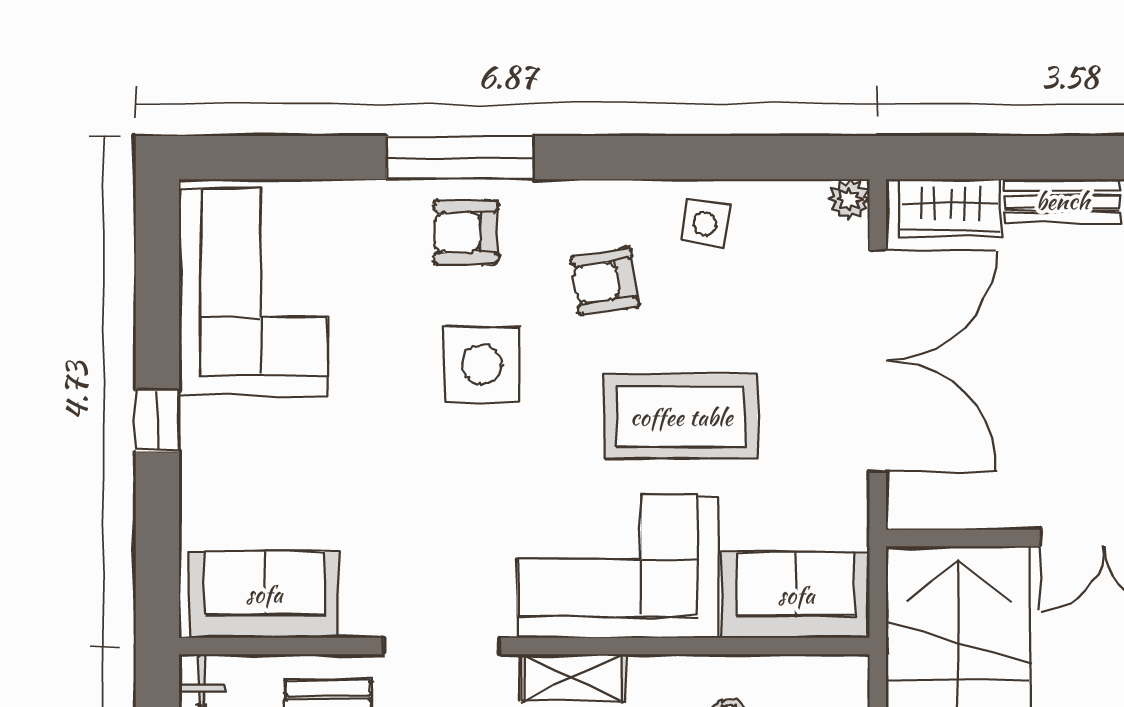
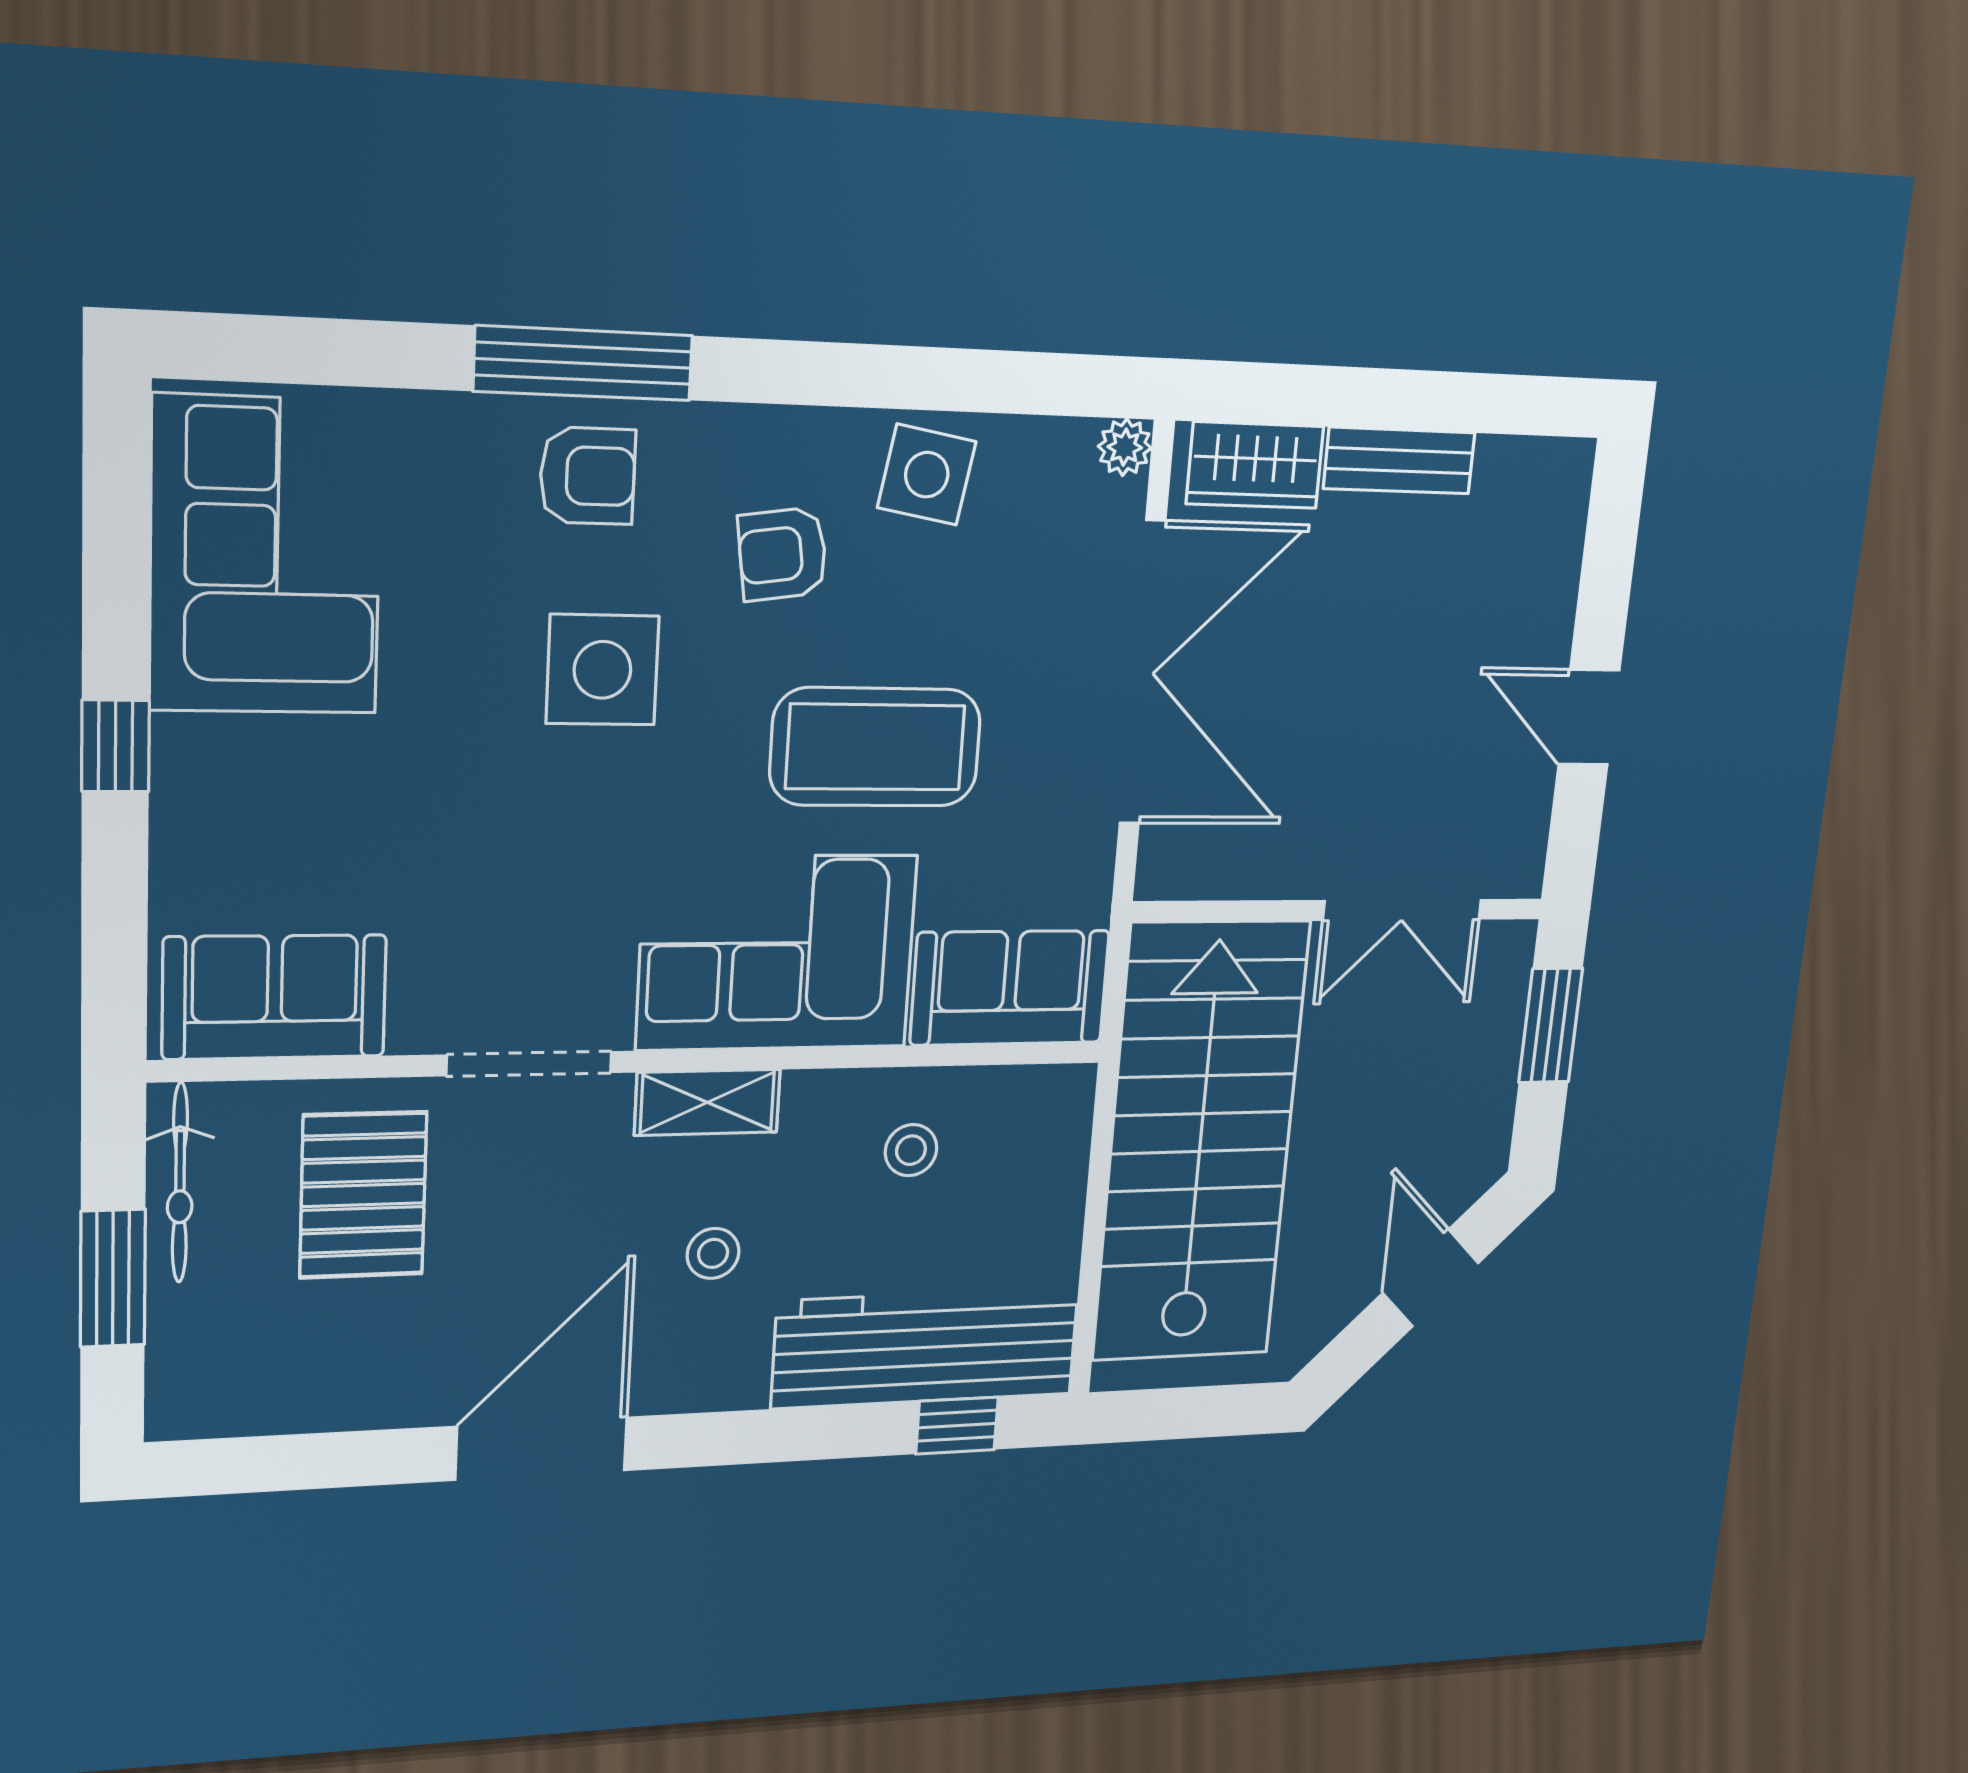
side table: (705, 223) -> (927, 475), width x1.37, depth x1.37
armchair: (466, 232) -> (587, 476), turned 180

